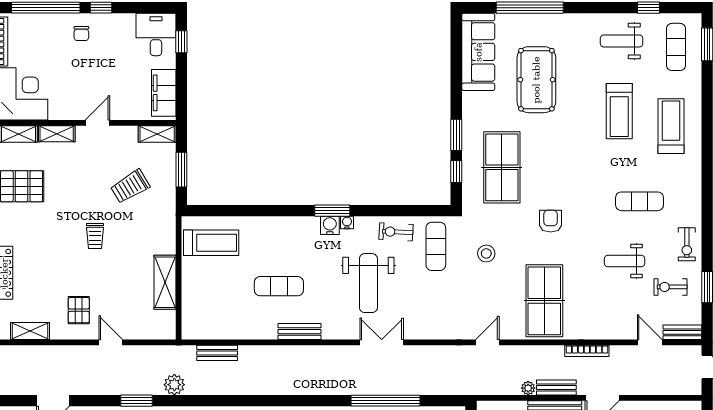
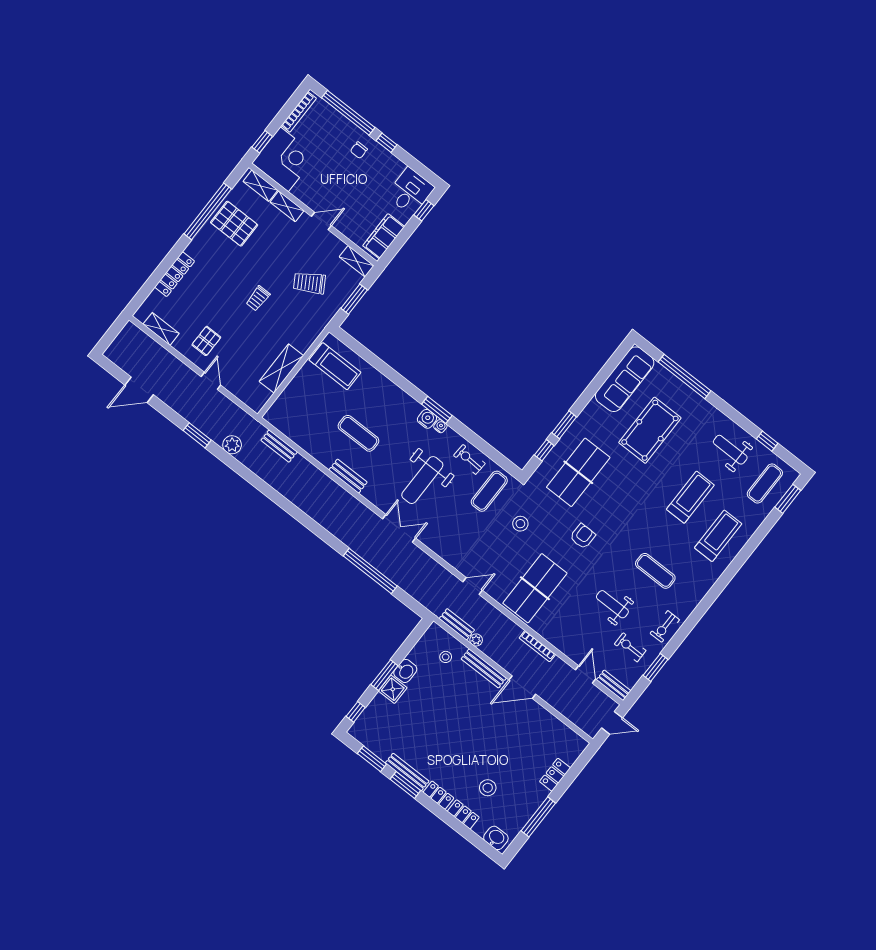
treadmill: (619, 111) -> (690, 497), turned 180
bench: (556, 388) -> (457, 624), moved

